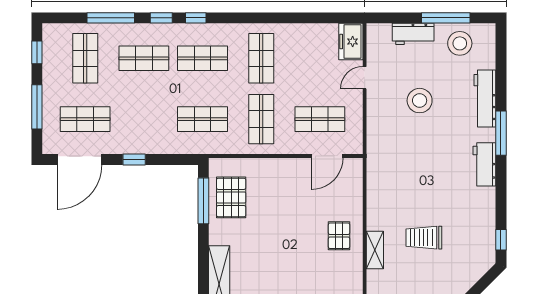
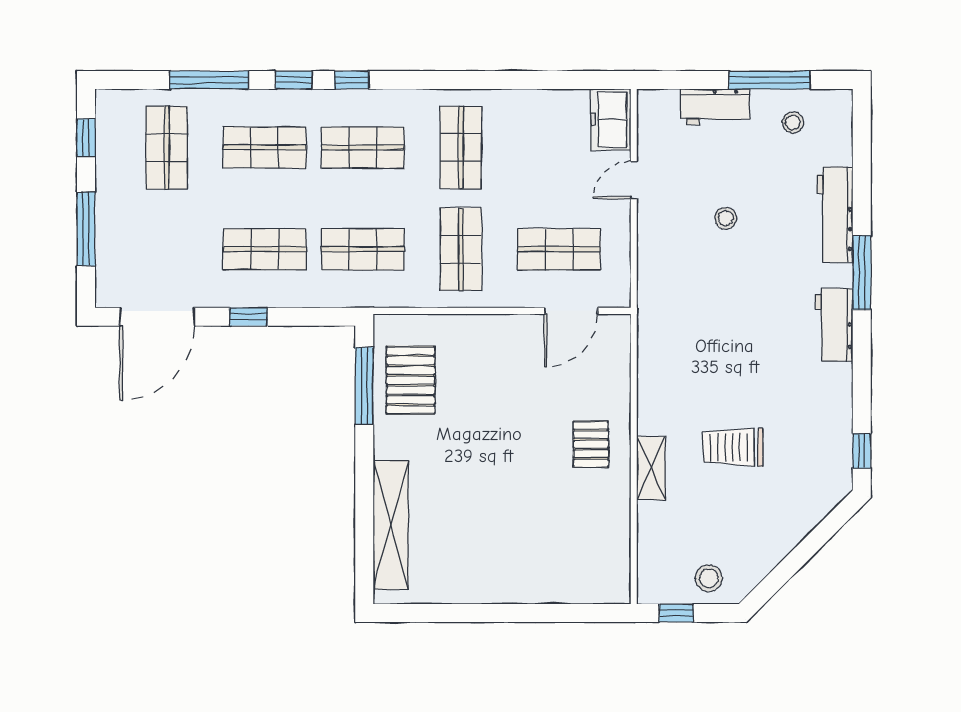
stool: (460, 43) -> (793, 123), width x0.53, depth x0.53
stool: (420, 101) -> (726, 218), width x0.53, depth x0.53
shop shelf: (85, 119) -> (265, 249), moved

